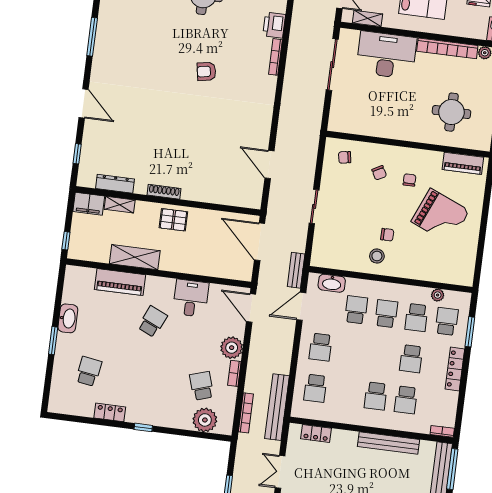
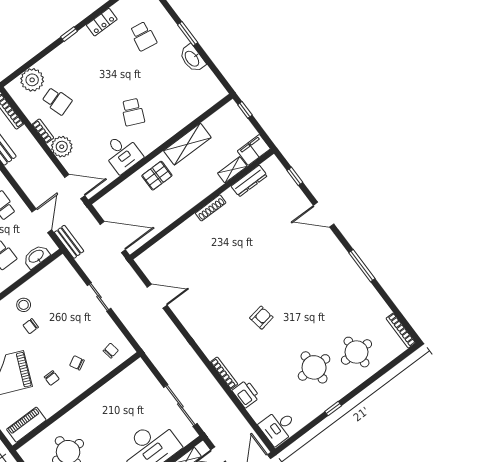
pallet: (173, 220) -> (157, 176), moved
piano: (120, 282) -> (181, 117), removed

